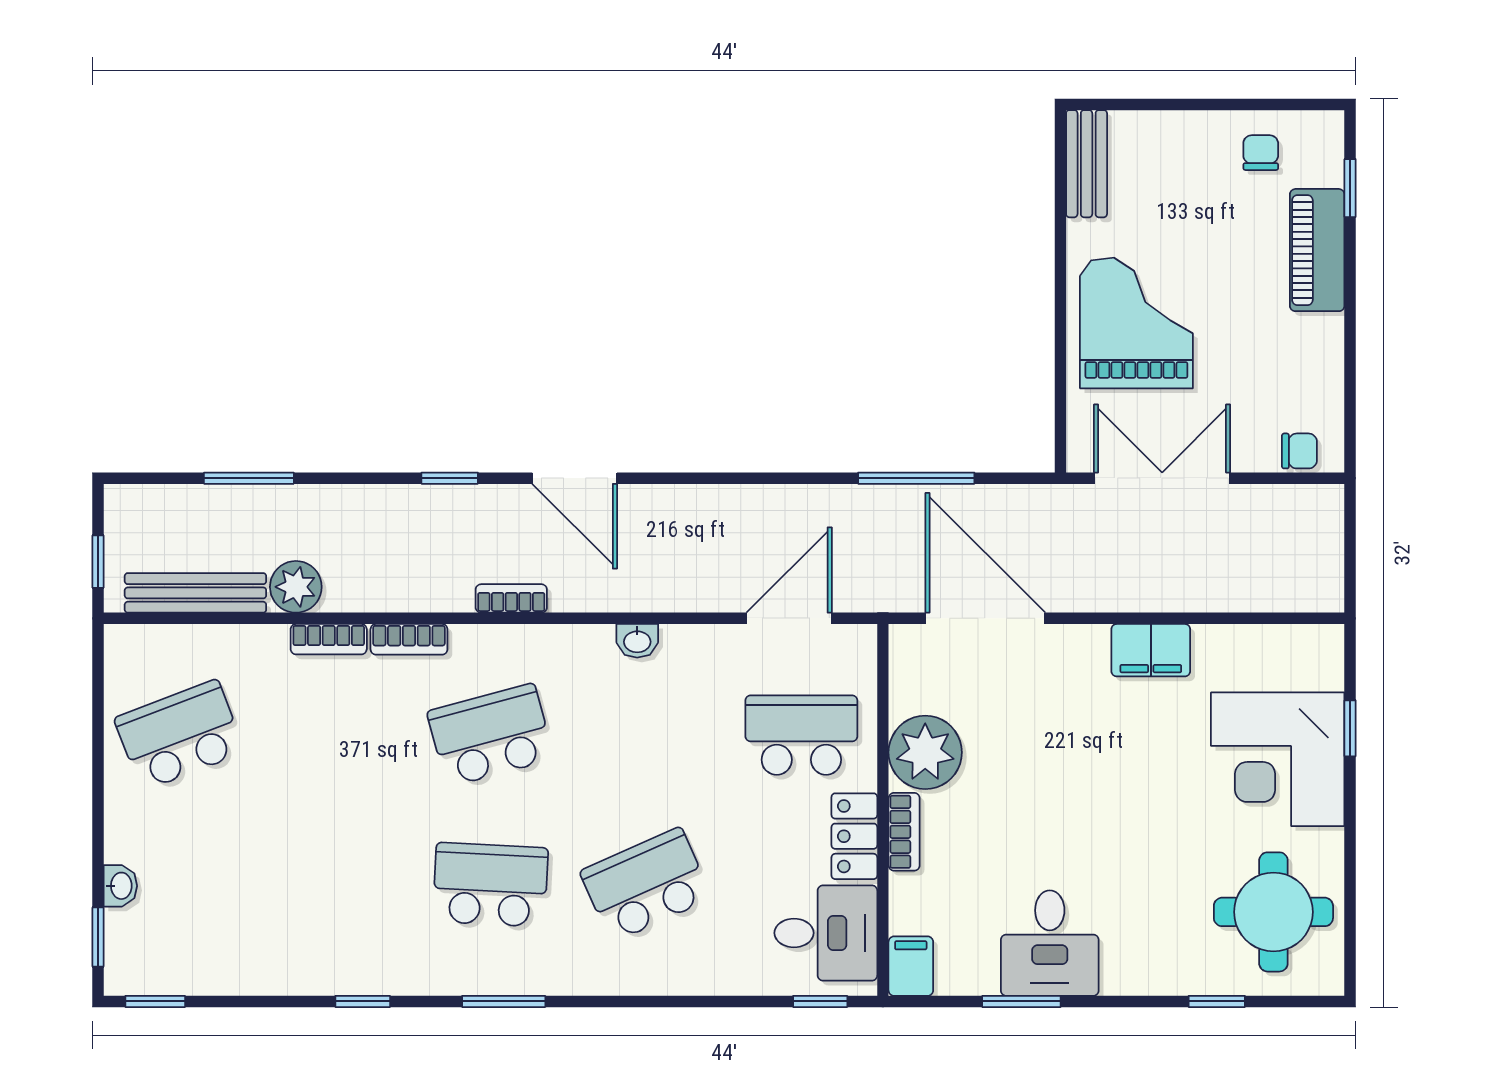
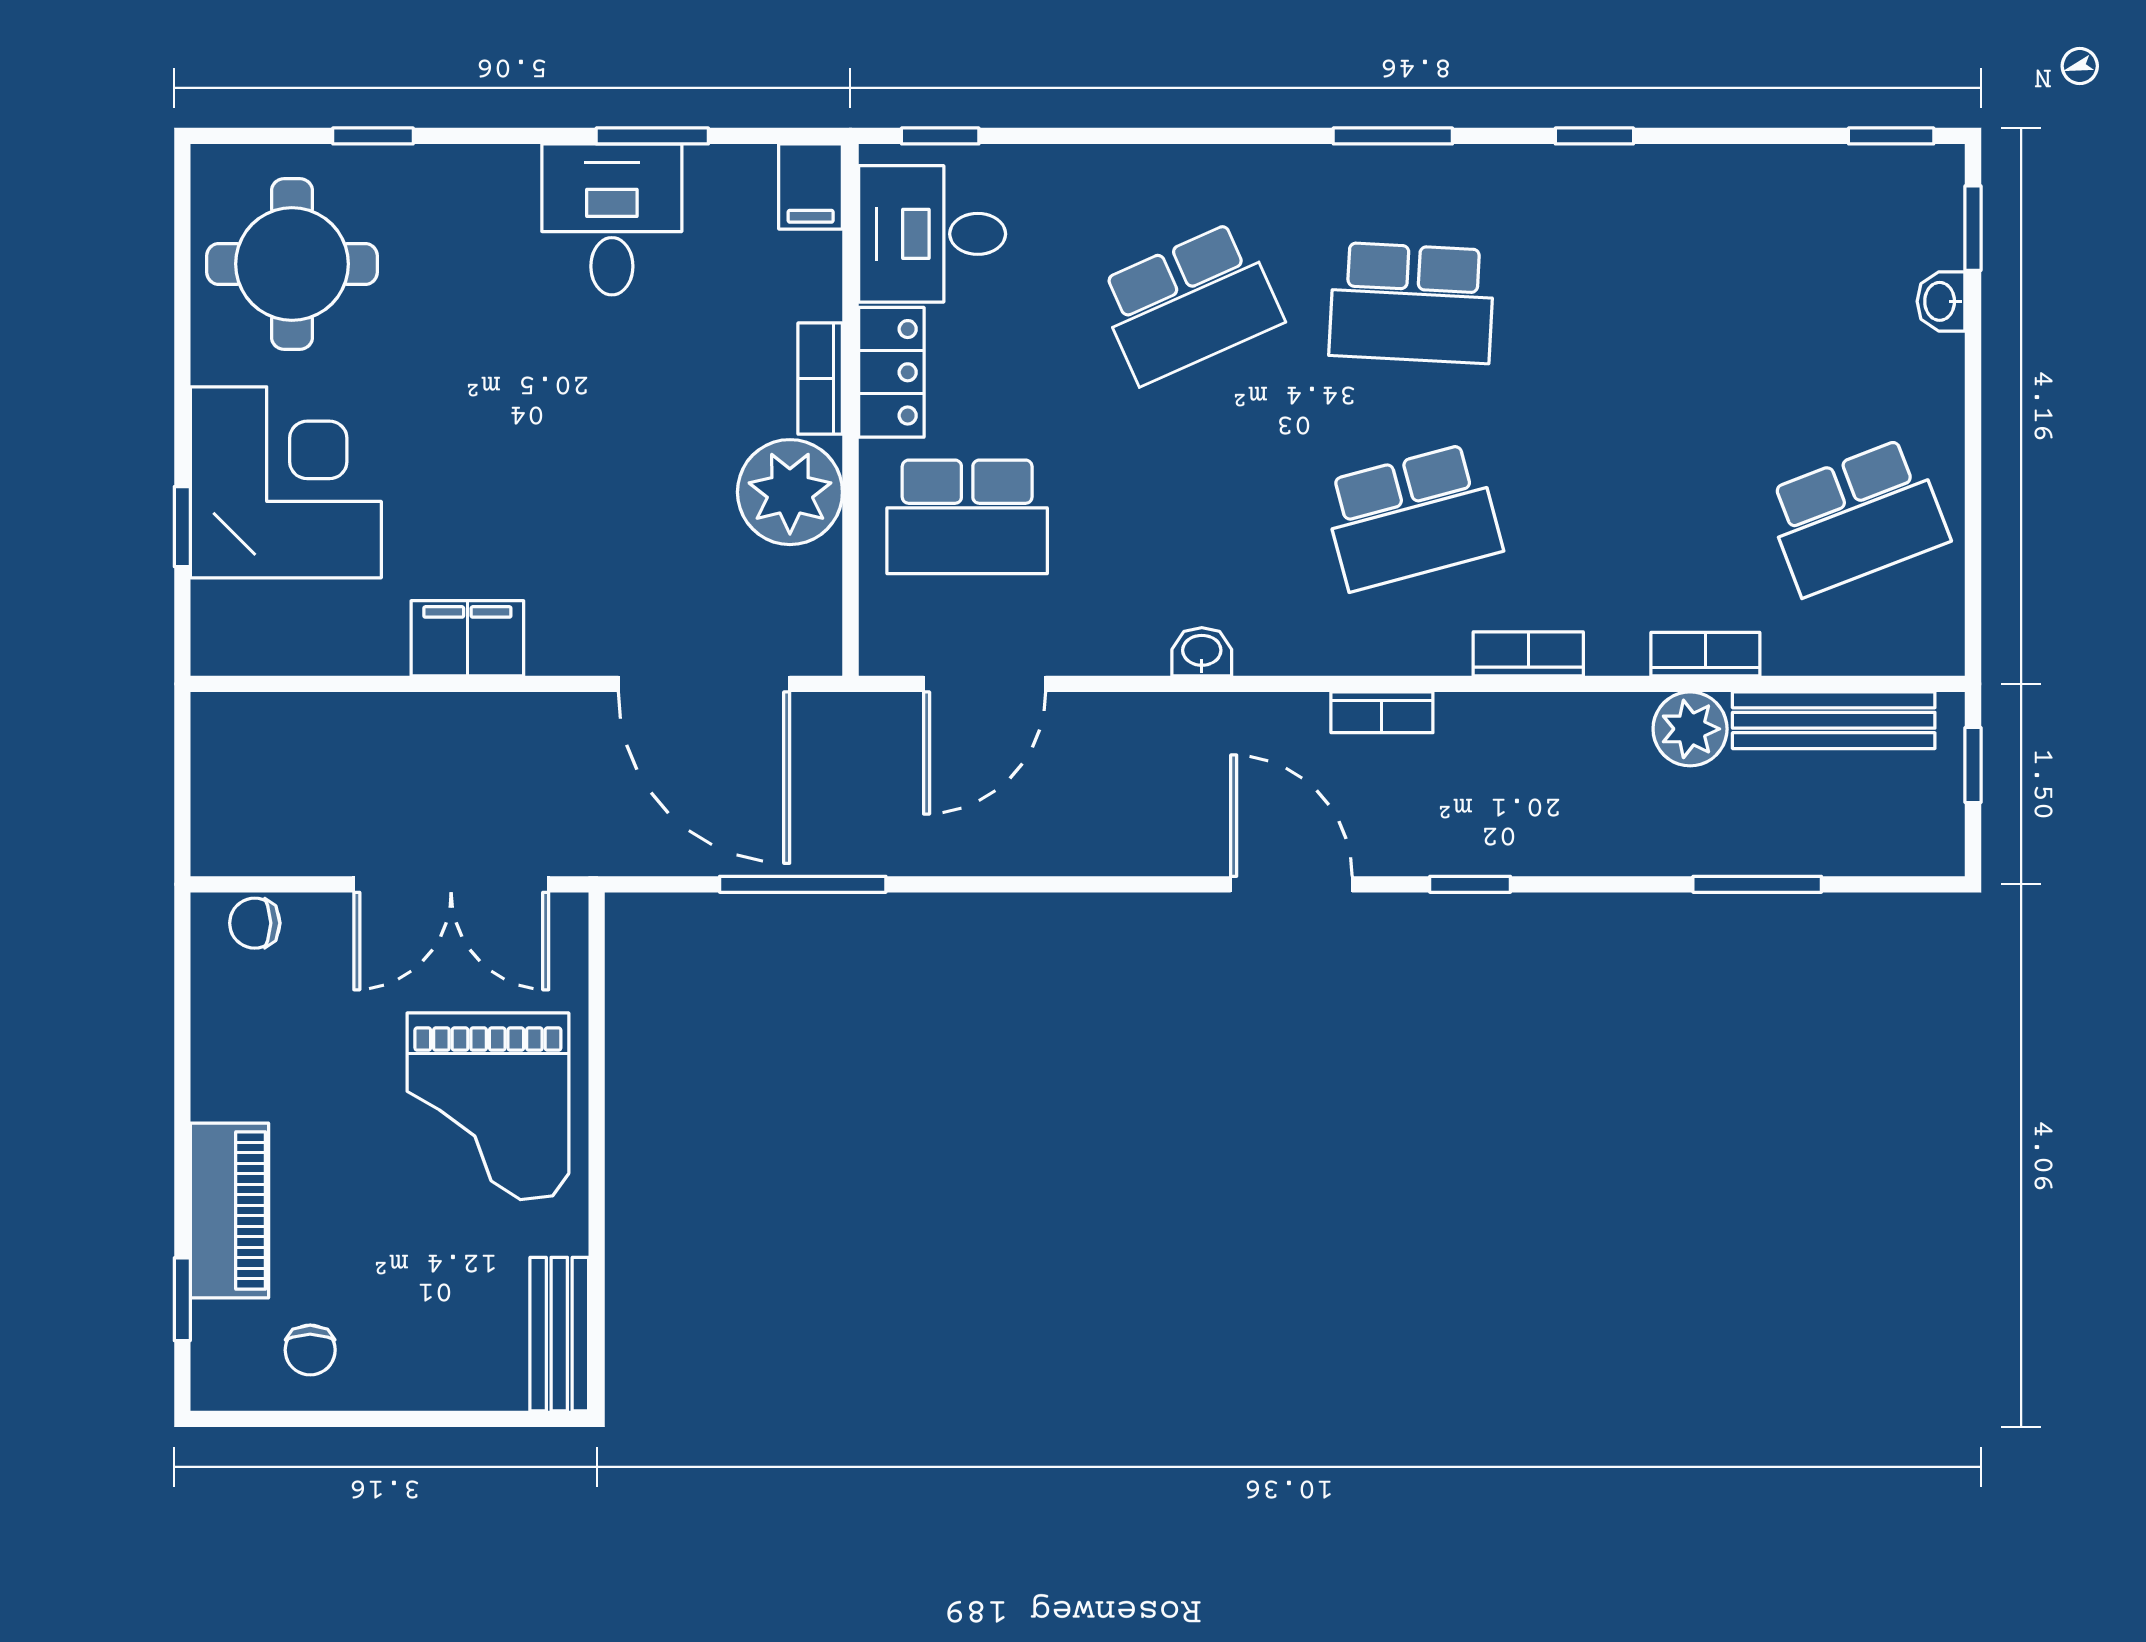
bookcase: (329, 639) -> (1705, 654), moved

